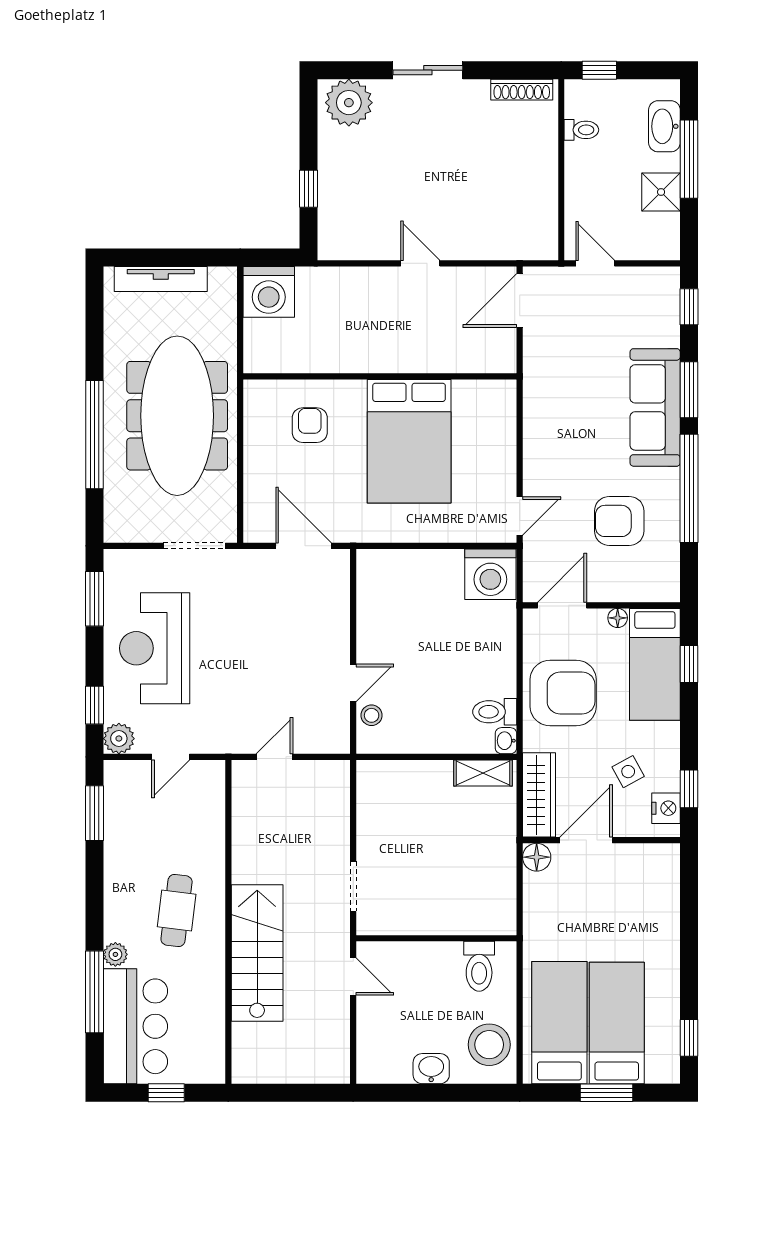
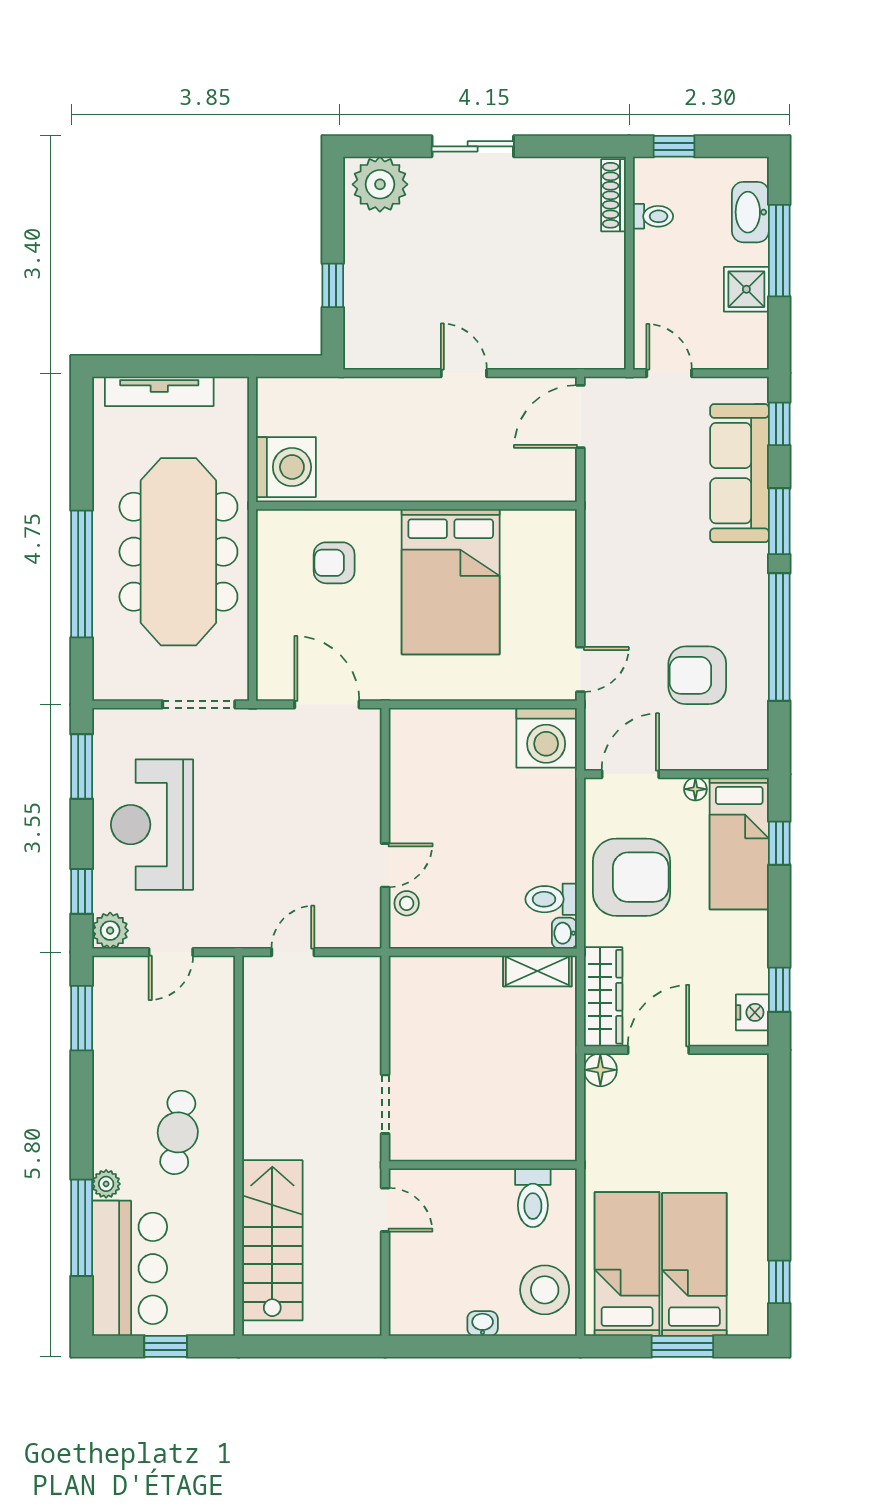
shoe rack: (522, 90) -> (613, 195), moved, turned 90
washing machine: (269, 292) -> (286, 467), moved, turned -90
sofa: (655, 407) -> (739, 473), moved
armchair: (310, 425) -> (334, 563), turned -90
side table: (628, 772) -> (708, 969), removed
stairs: (257, 953) -> (272, 1240), moved
washbasin: (431, 1069) -> (483, 1324), width x0.72, depth x0.69

